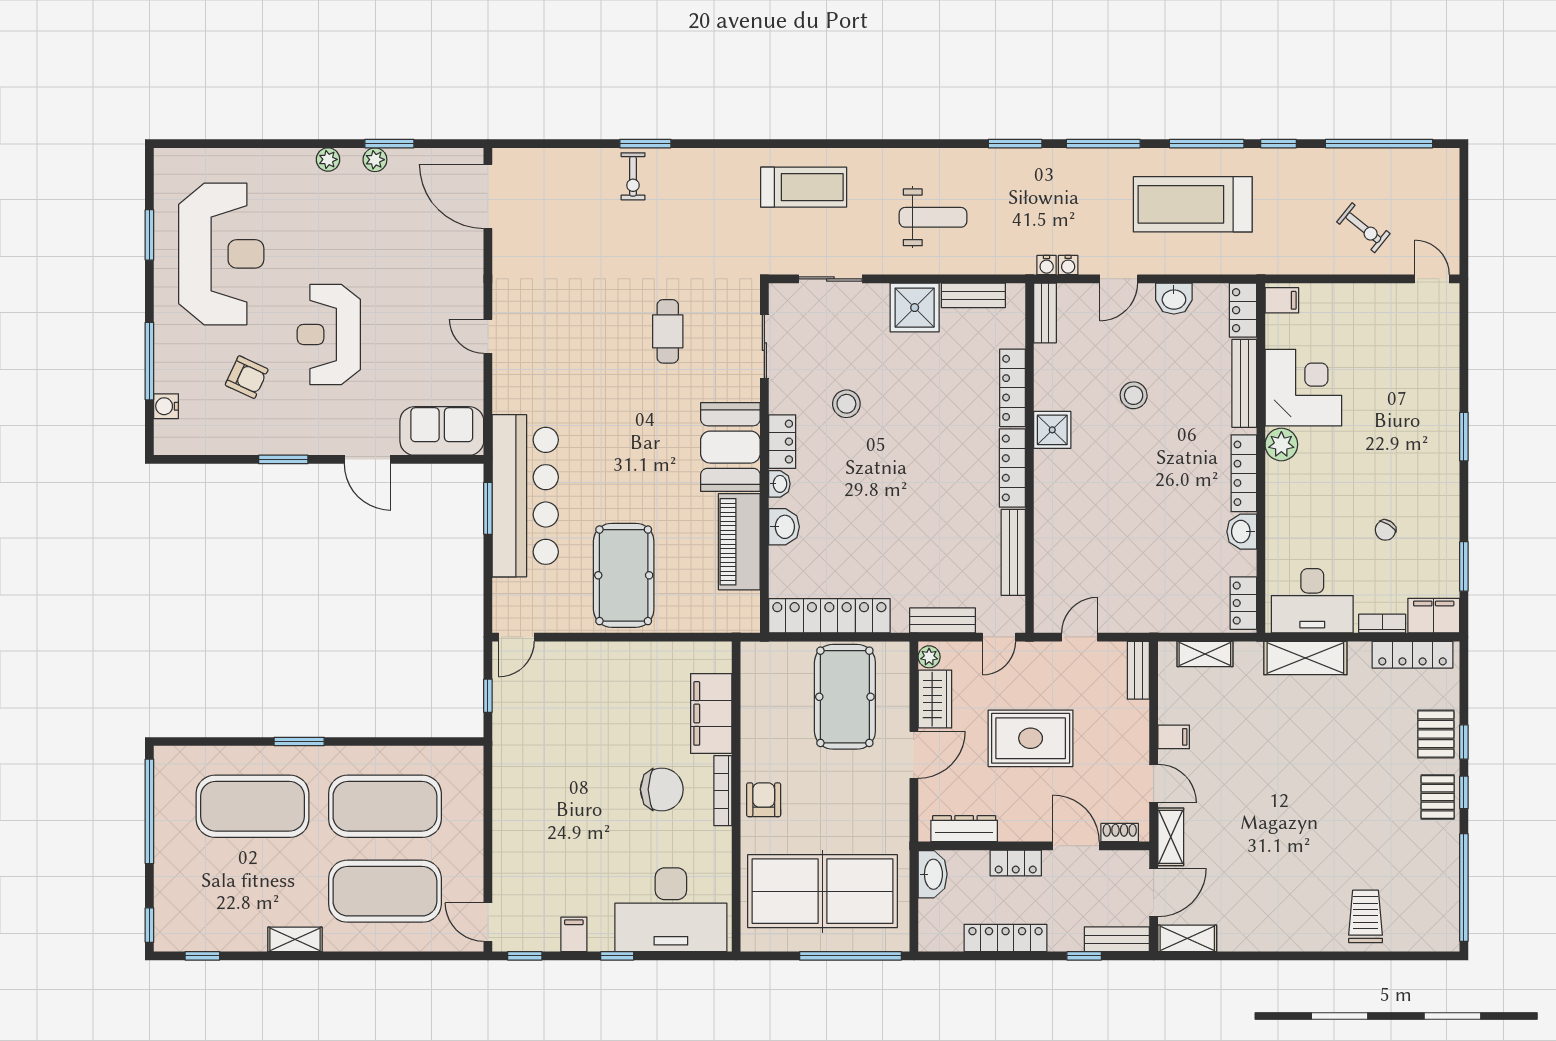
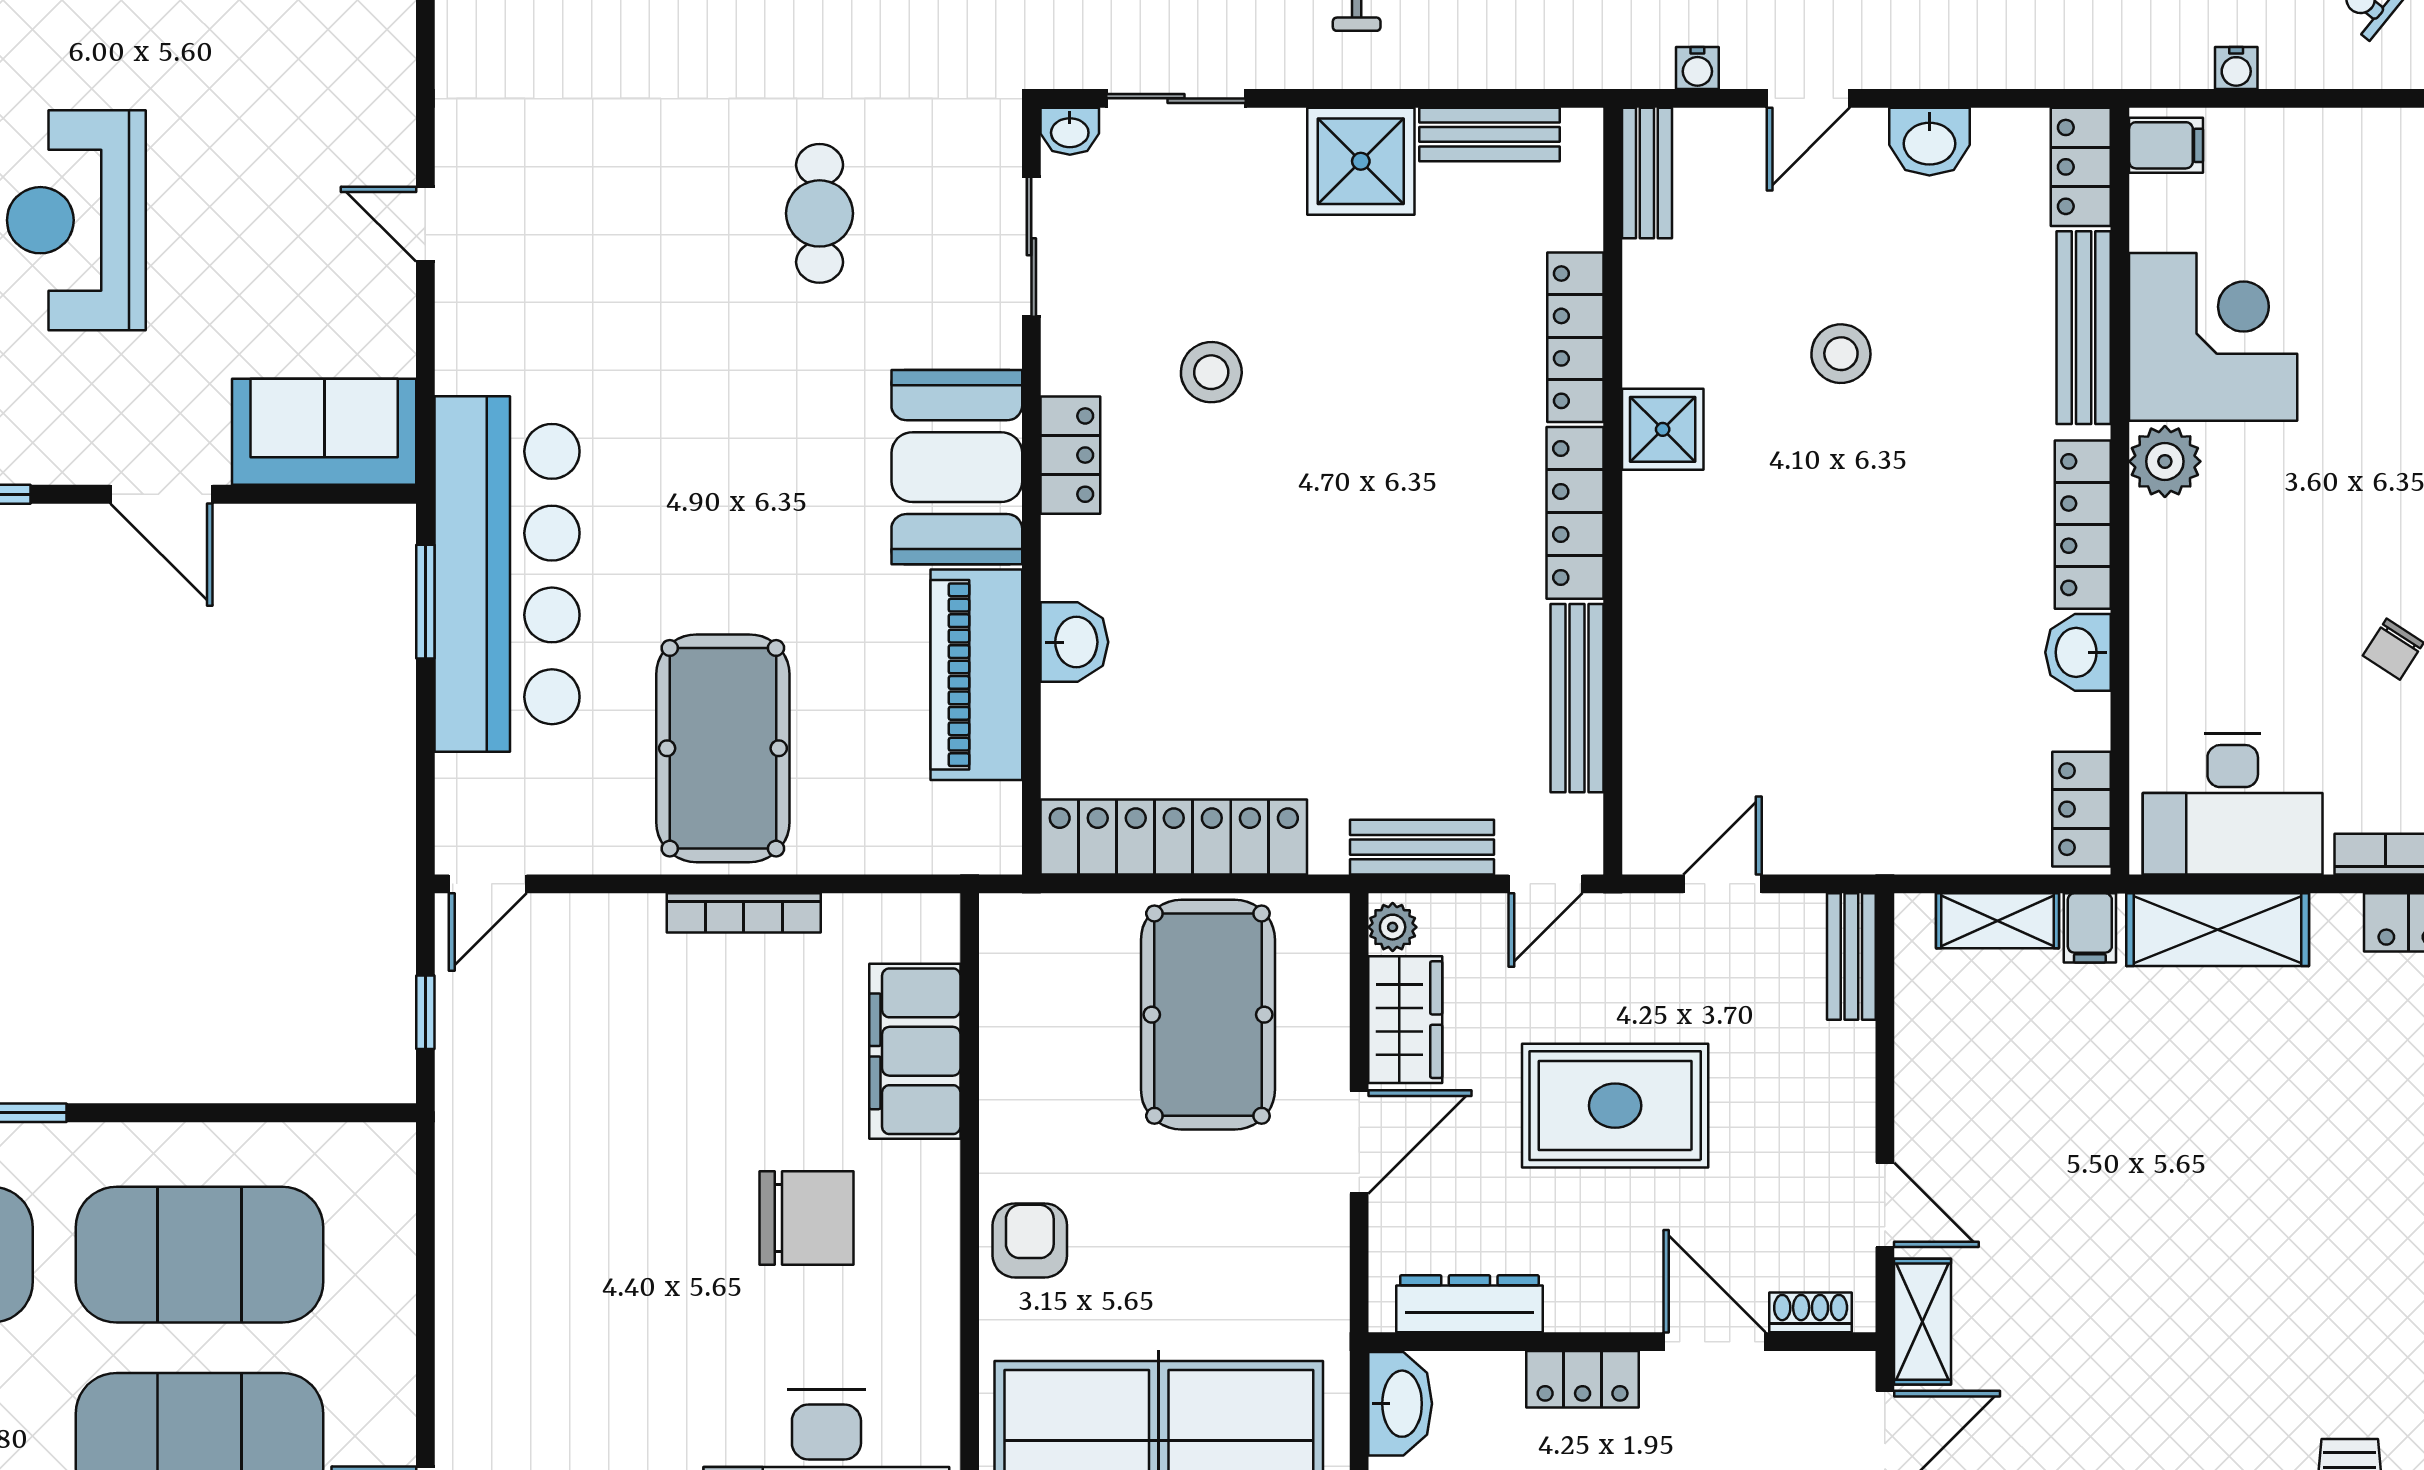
water cooler: (1047, 265) -> (2236, 68), moved
washbasin: (779, 484) -> (1070, 131), moved, turned 90
filing cabinet: (1174, 737) -> (2090, 928), moved, turned 90
bookcase: (723, 791) -> (744, 913), moved, turned -90

